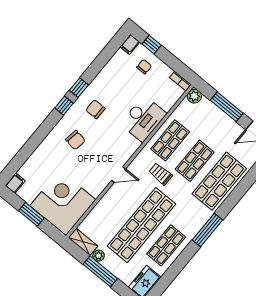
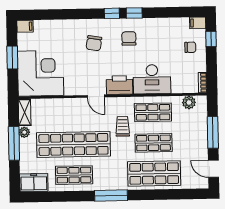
plant: (194, 96) -> (189, 102), moved
printer: (126, 148) -> (119, 85), added

